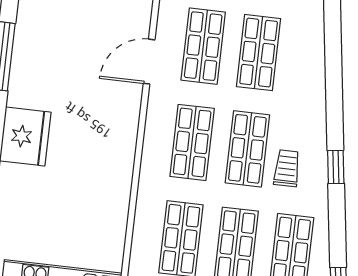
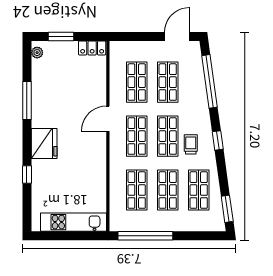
window: (333, 60) -> (210, 81), added
door: (149, 62) -> (108, 119), moved

